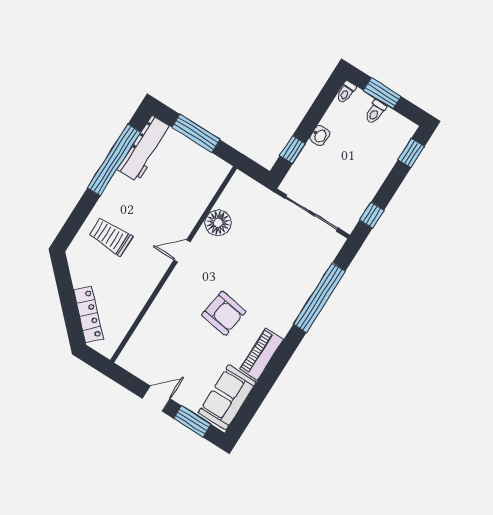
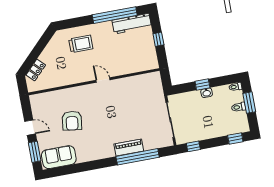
window: (196, 133) -> (158, 39), width x0.46
window: (293, 150) -> (202, 84), moved
floor lamp: (218, 223) -> (129, 84), removed
trolley: (111, 237) -> (81, 44), turned 90
armchair: (224, 313) -> (72, 121), moved
locker: (89, 315) -> (36, 70), width x0.66
piano: (261, 354) -> (129, 148), moved

